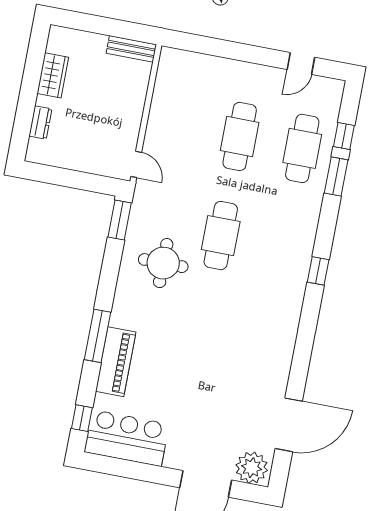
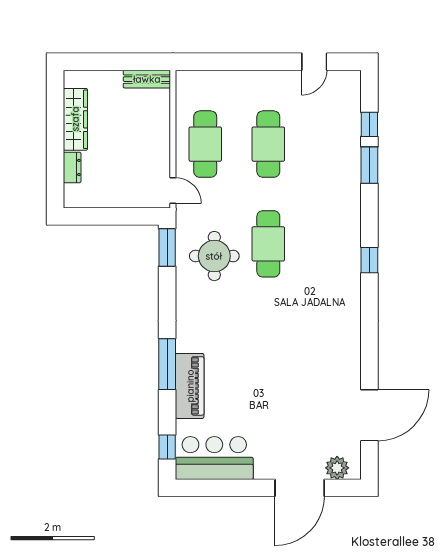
wardrobe: (53, 75) -> (75, 119), width x1.50
cafe table: (302, 148) -> (205, 144), moved
round table: (163, 263) -> (214, 256), moved
plant: (252, 468) -> (337, 468), width x0.73, depth x0.73

